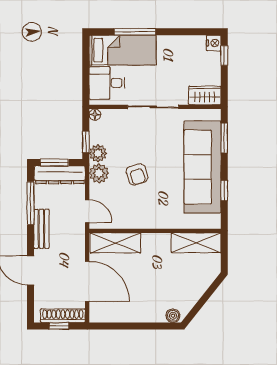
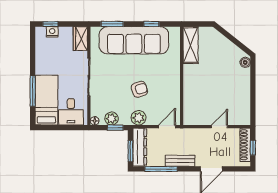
nightstand: (214, 43) -> (52, 32), moved
plant: (98, 153) -> (112, 119), moved
shelving: (115, 243) -> (191, 105), removed
door: (87, 281) -> (219, 127), width x0.53

